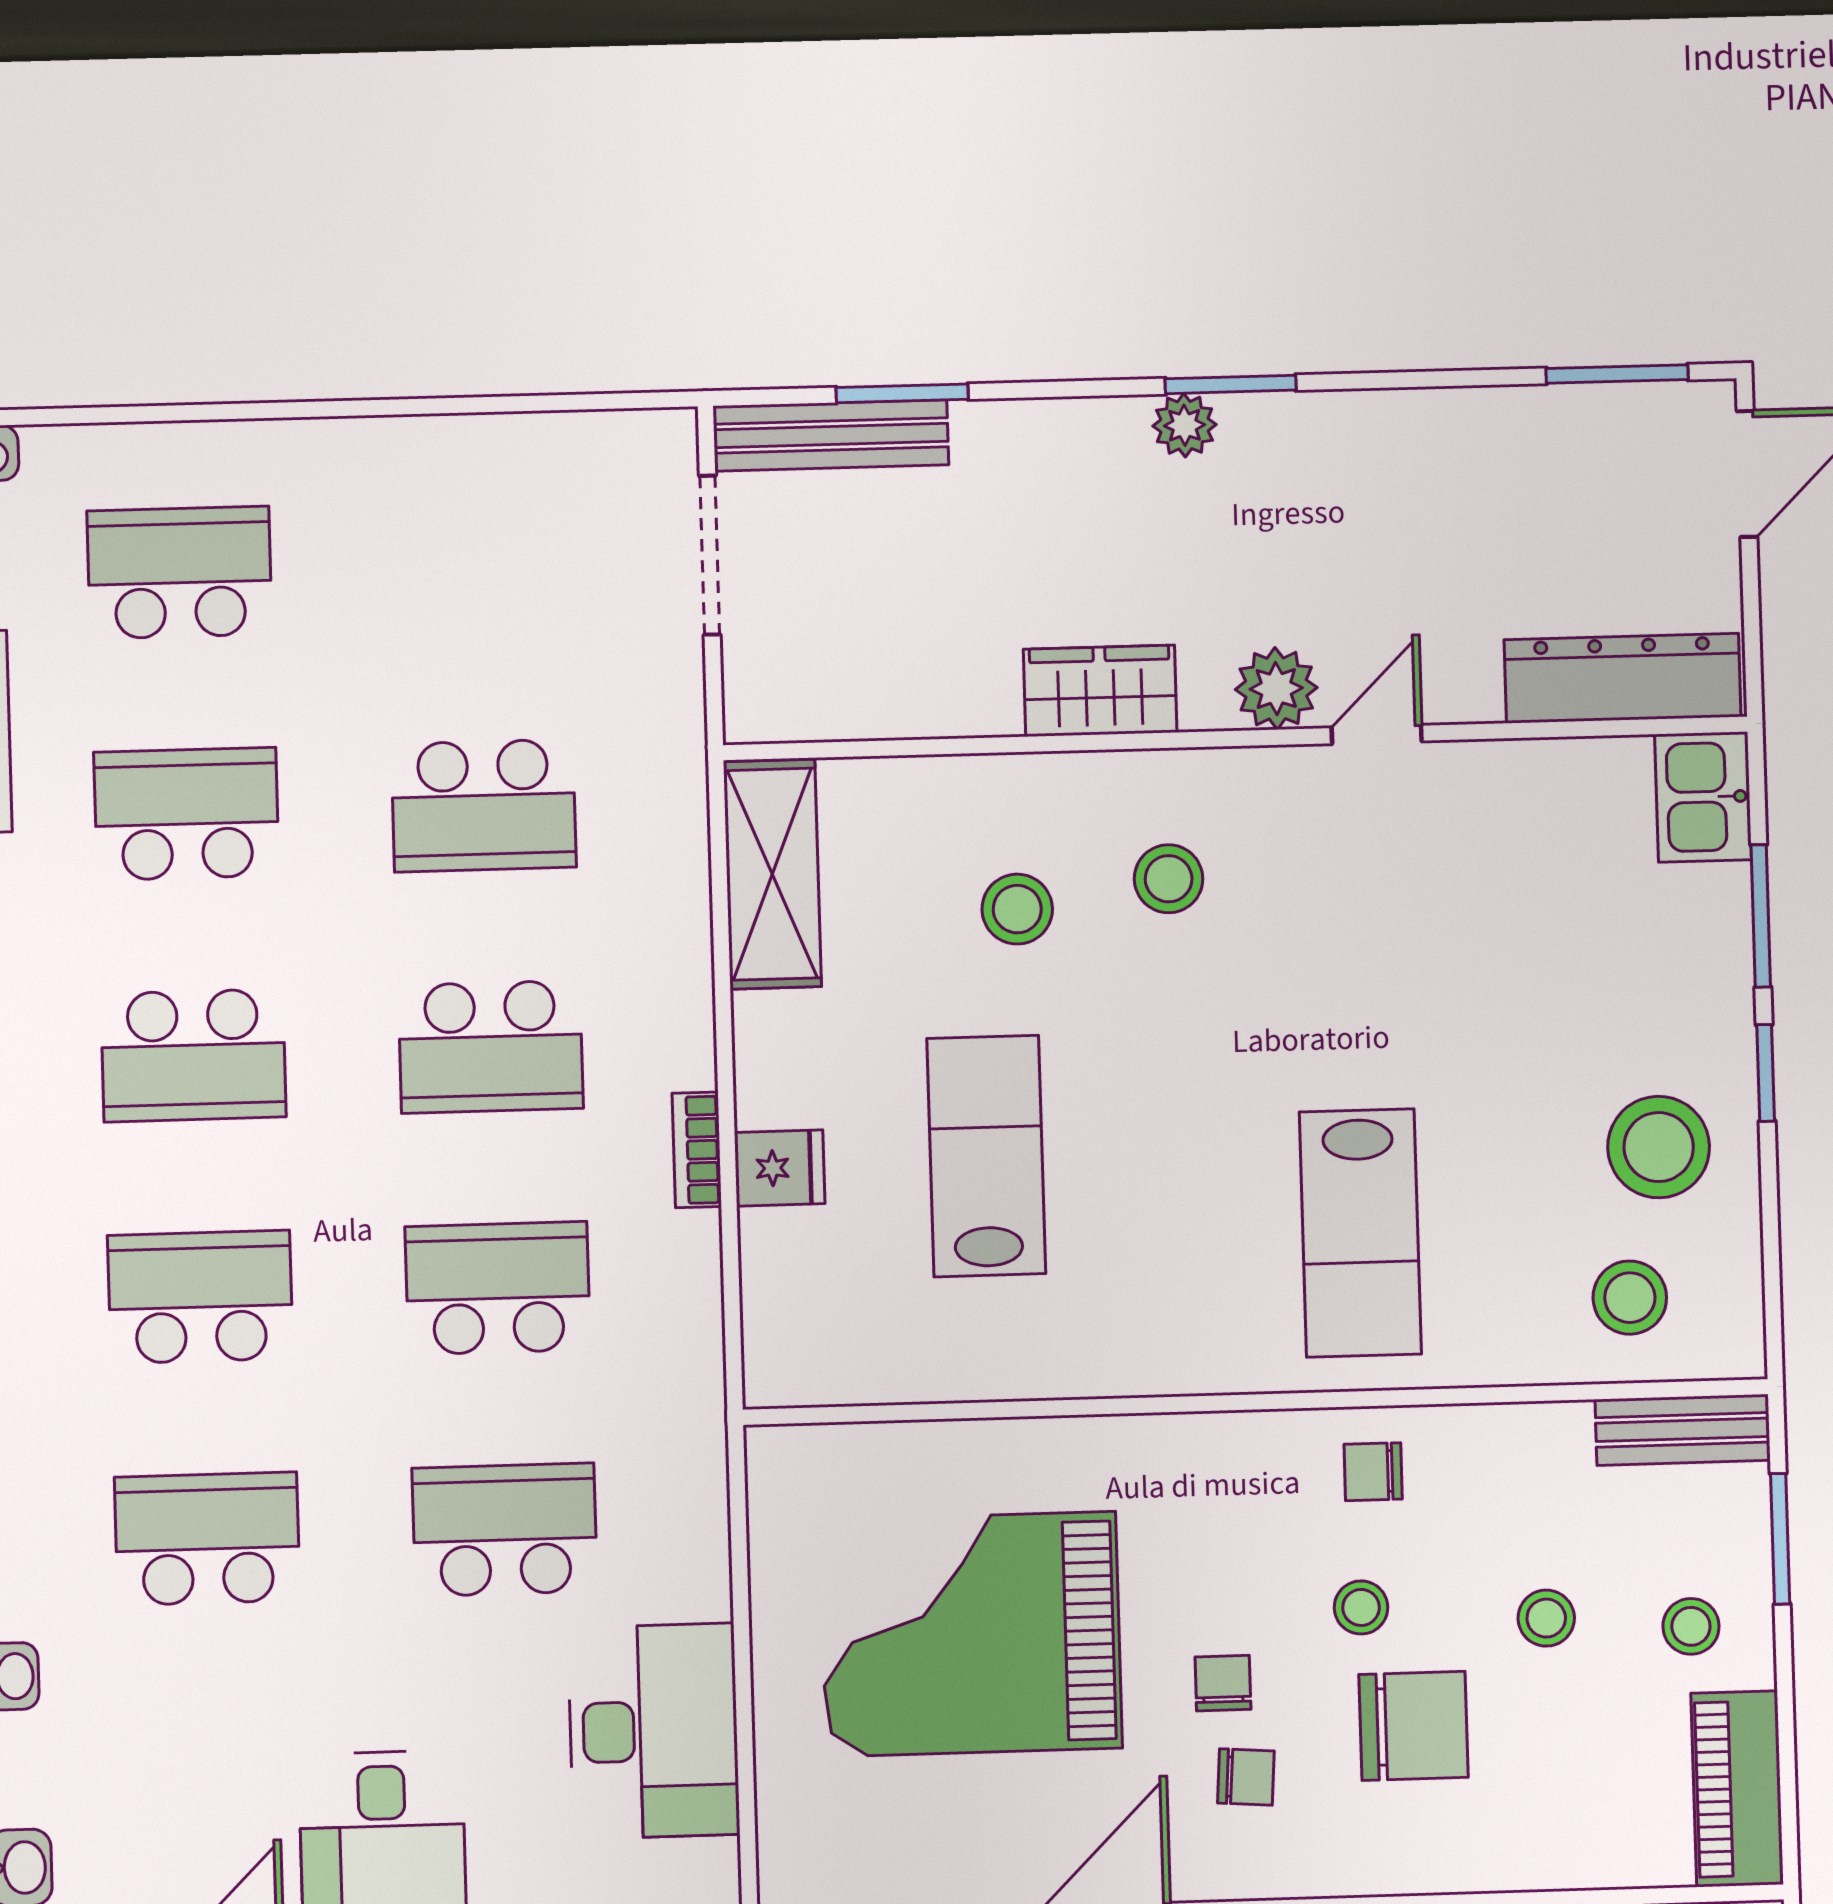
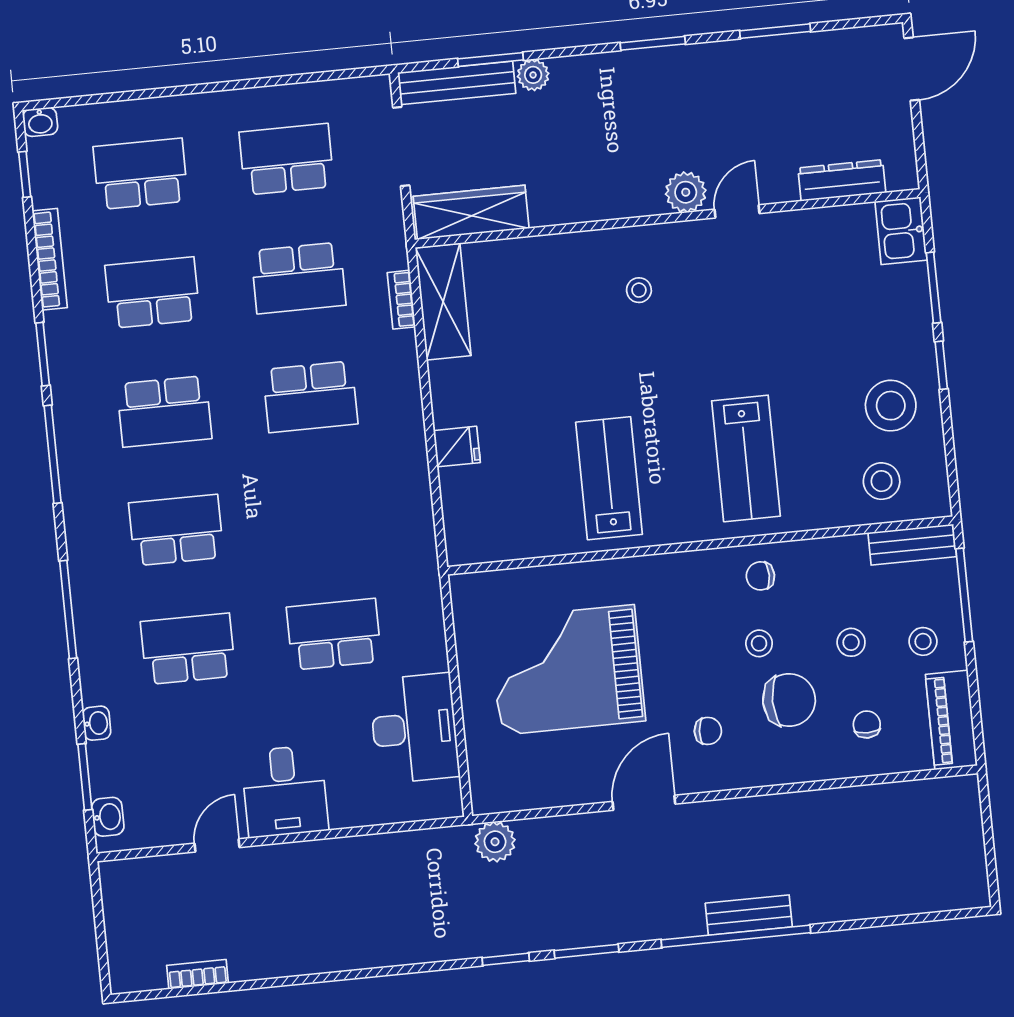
window: (1617, 374) -> (775, 31), moved
plant: (1185, 425) -> (533, 75), moved
dresser: (1623, 678) -> (842, 180), width x0.73, depth x0.80
wardrobe: (1100, 691) -> (471, 212), moved, width x1.50
stool: (1169, 879) -> (639, 290), width x0.73, depth x0.73
stool: (1017, 909) -> (565, 310), removed
bookcase: (697, 1150) -> (401, 300), moved
lab bench: (986, 1156) -> (609, 478), moved
school desk: (498, 1288) -> (287, 159), moved
window: (1780, 1539) -> (964, 595), width x1.44
chair: (1223, 1683) -> (867, 724), moved

